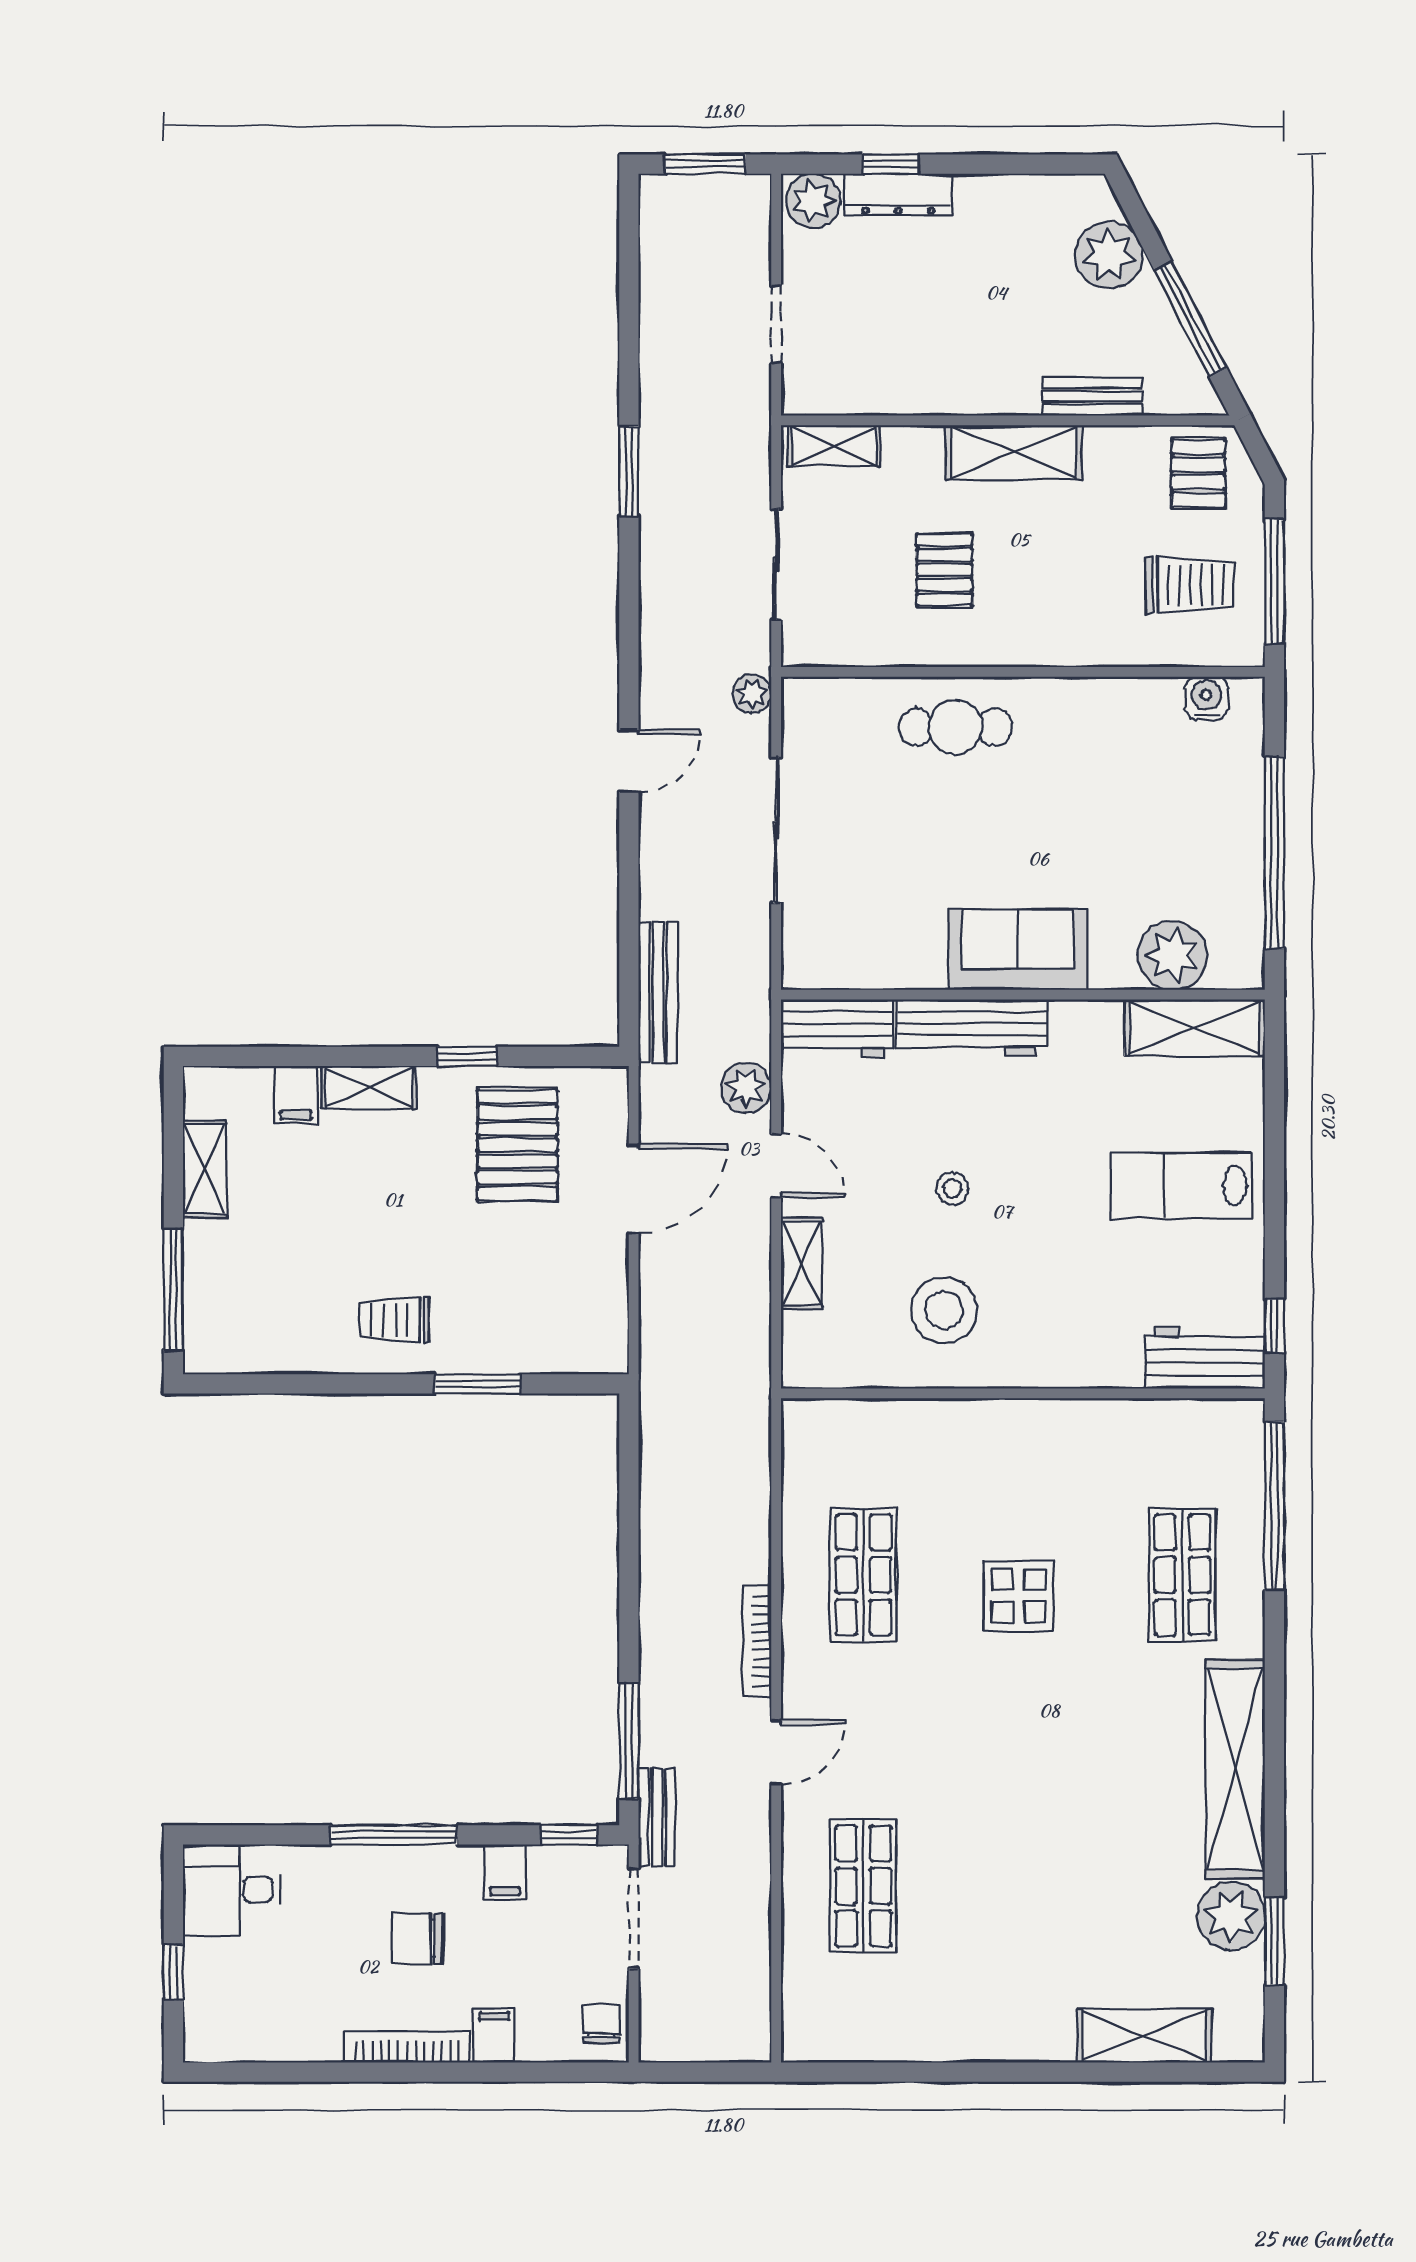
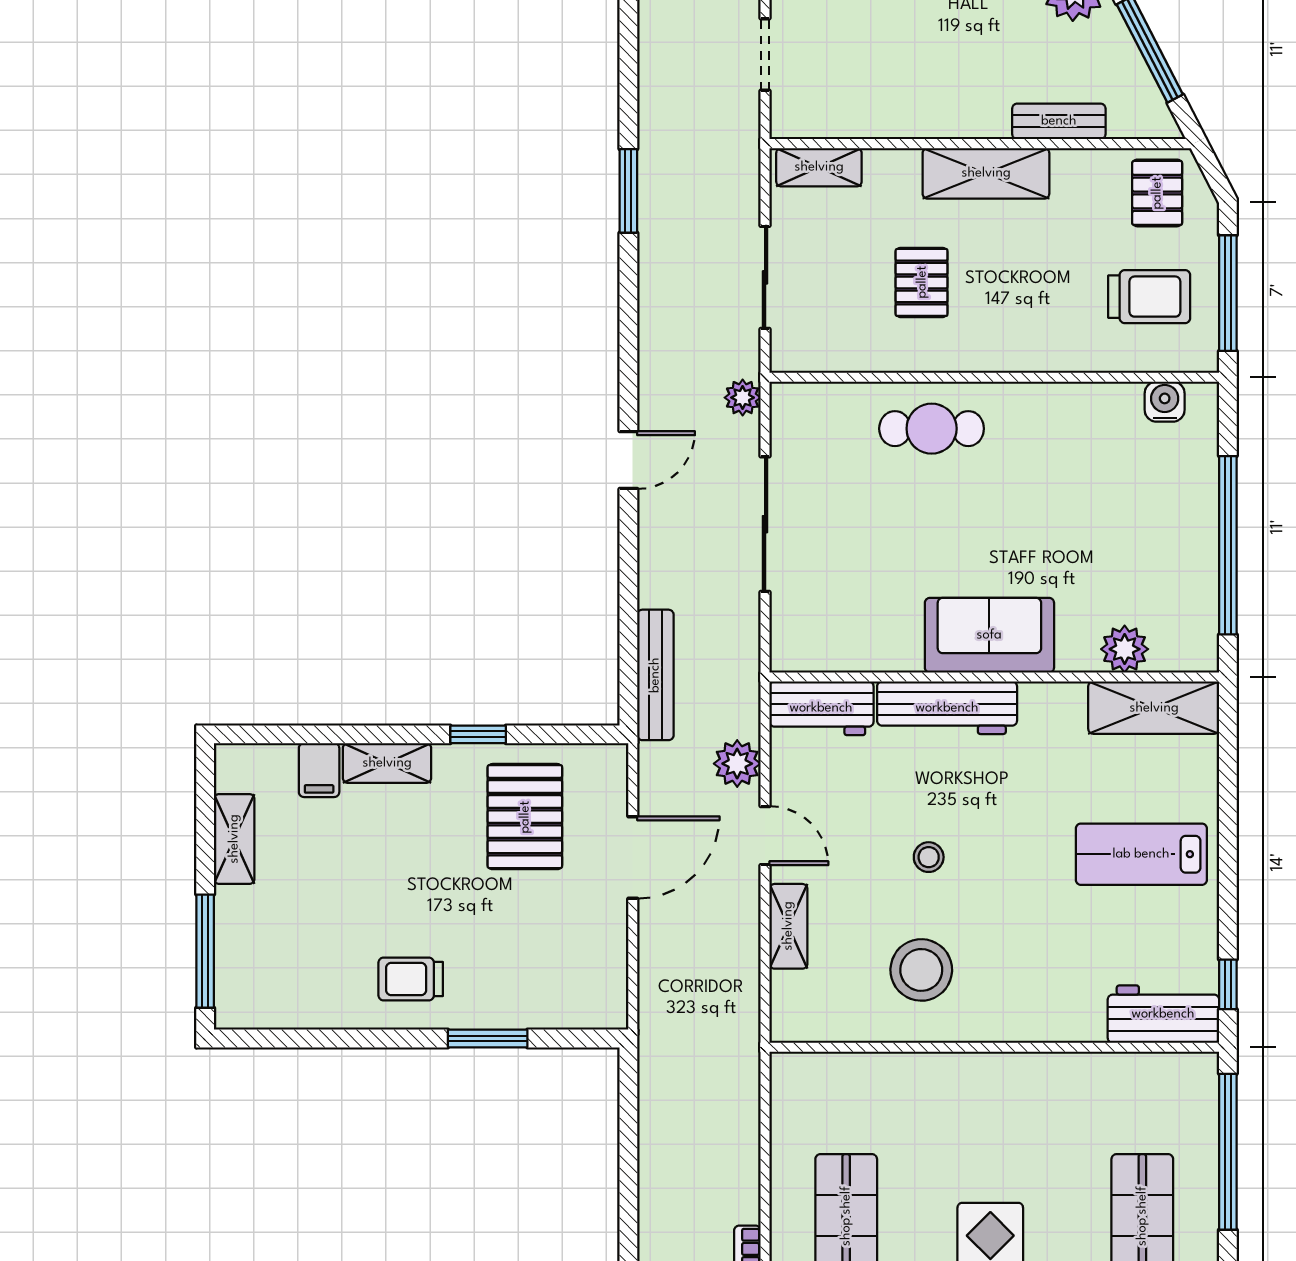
plant: (1172, 955) -> (1125, 649), width x0.73, depth x0.73

